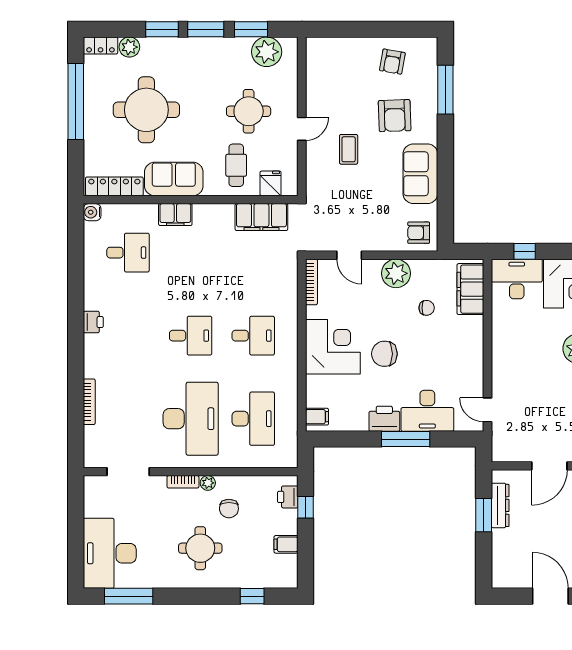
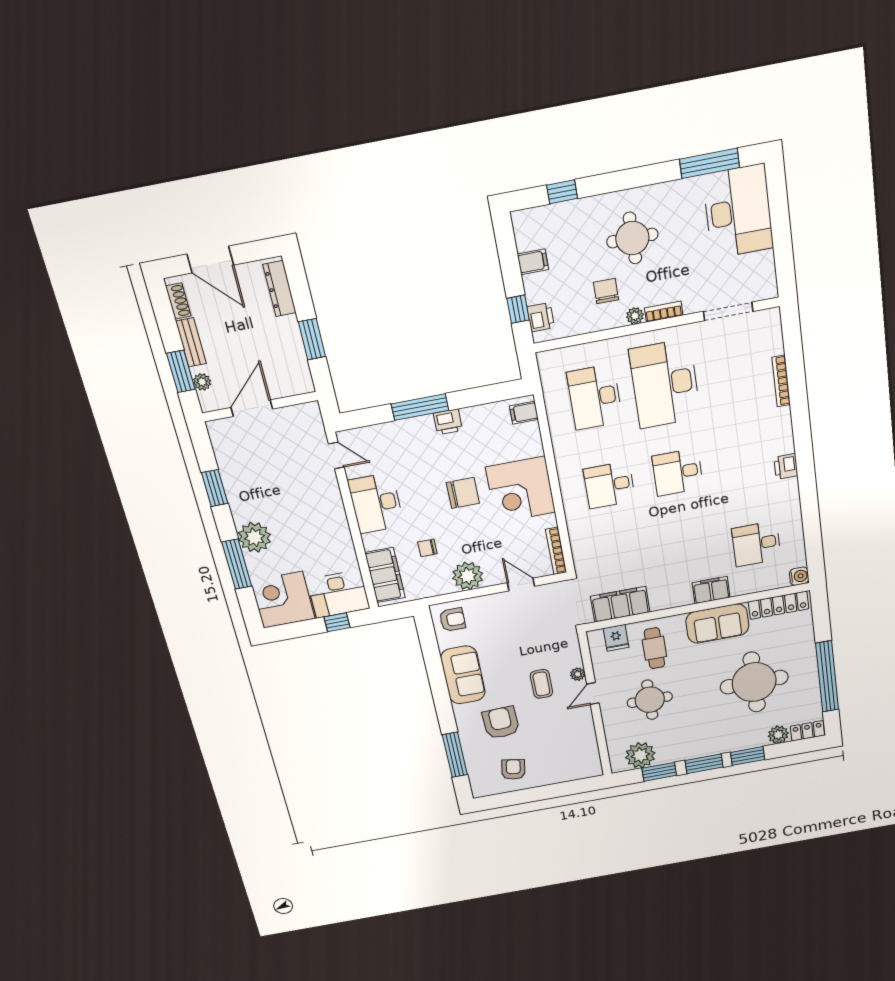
plant: (313, 153) -> (578, 674), added
desk: (427, 411) -> (376, 503), moved, turned -90
printer: (384, 419) -> (448, 422), width x0.73, depth x0.81
dresser: (500, 505) -> (280, 289), moved

